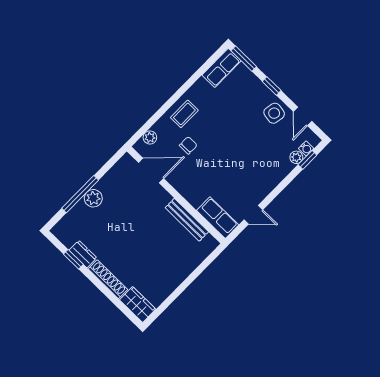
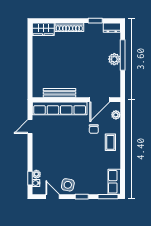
row of seats: (218, 218) -> (60, 108), width x2.02
dresser: (83, 254) -> (112, 28), moved

